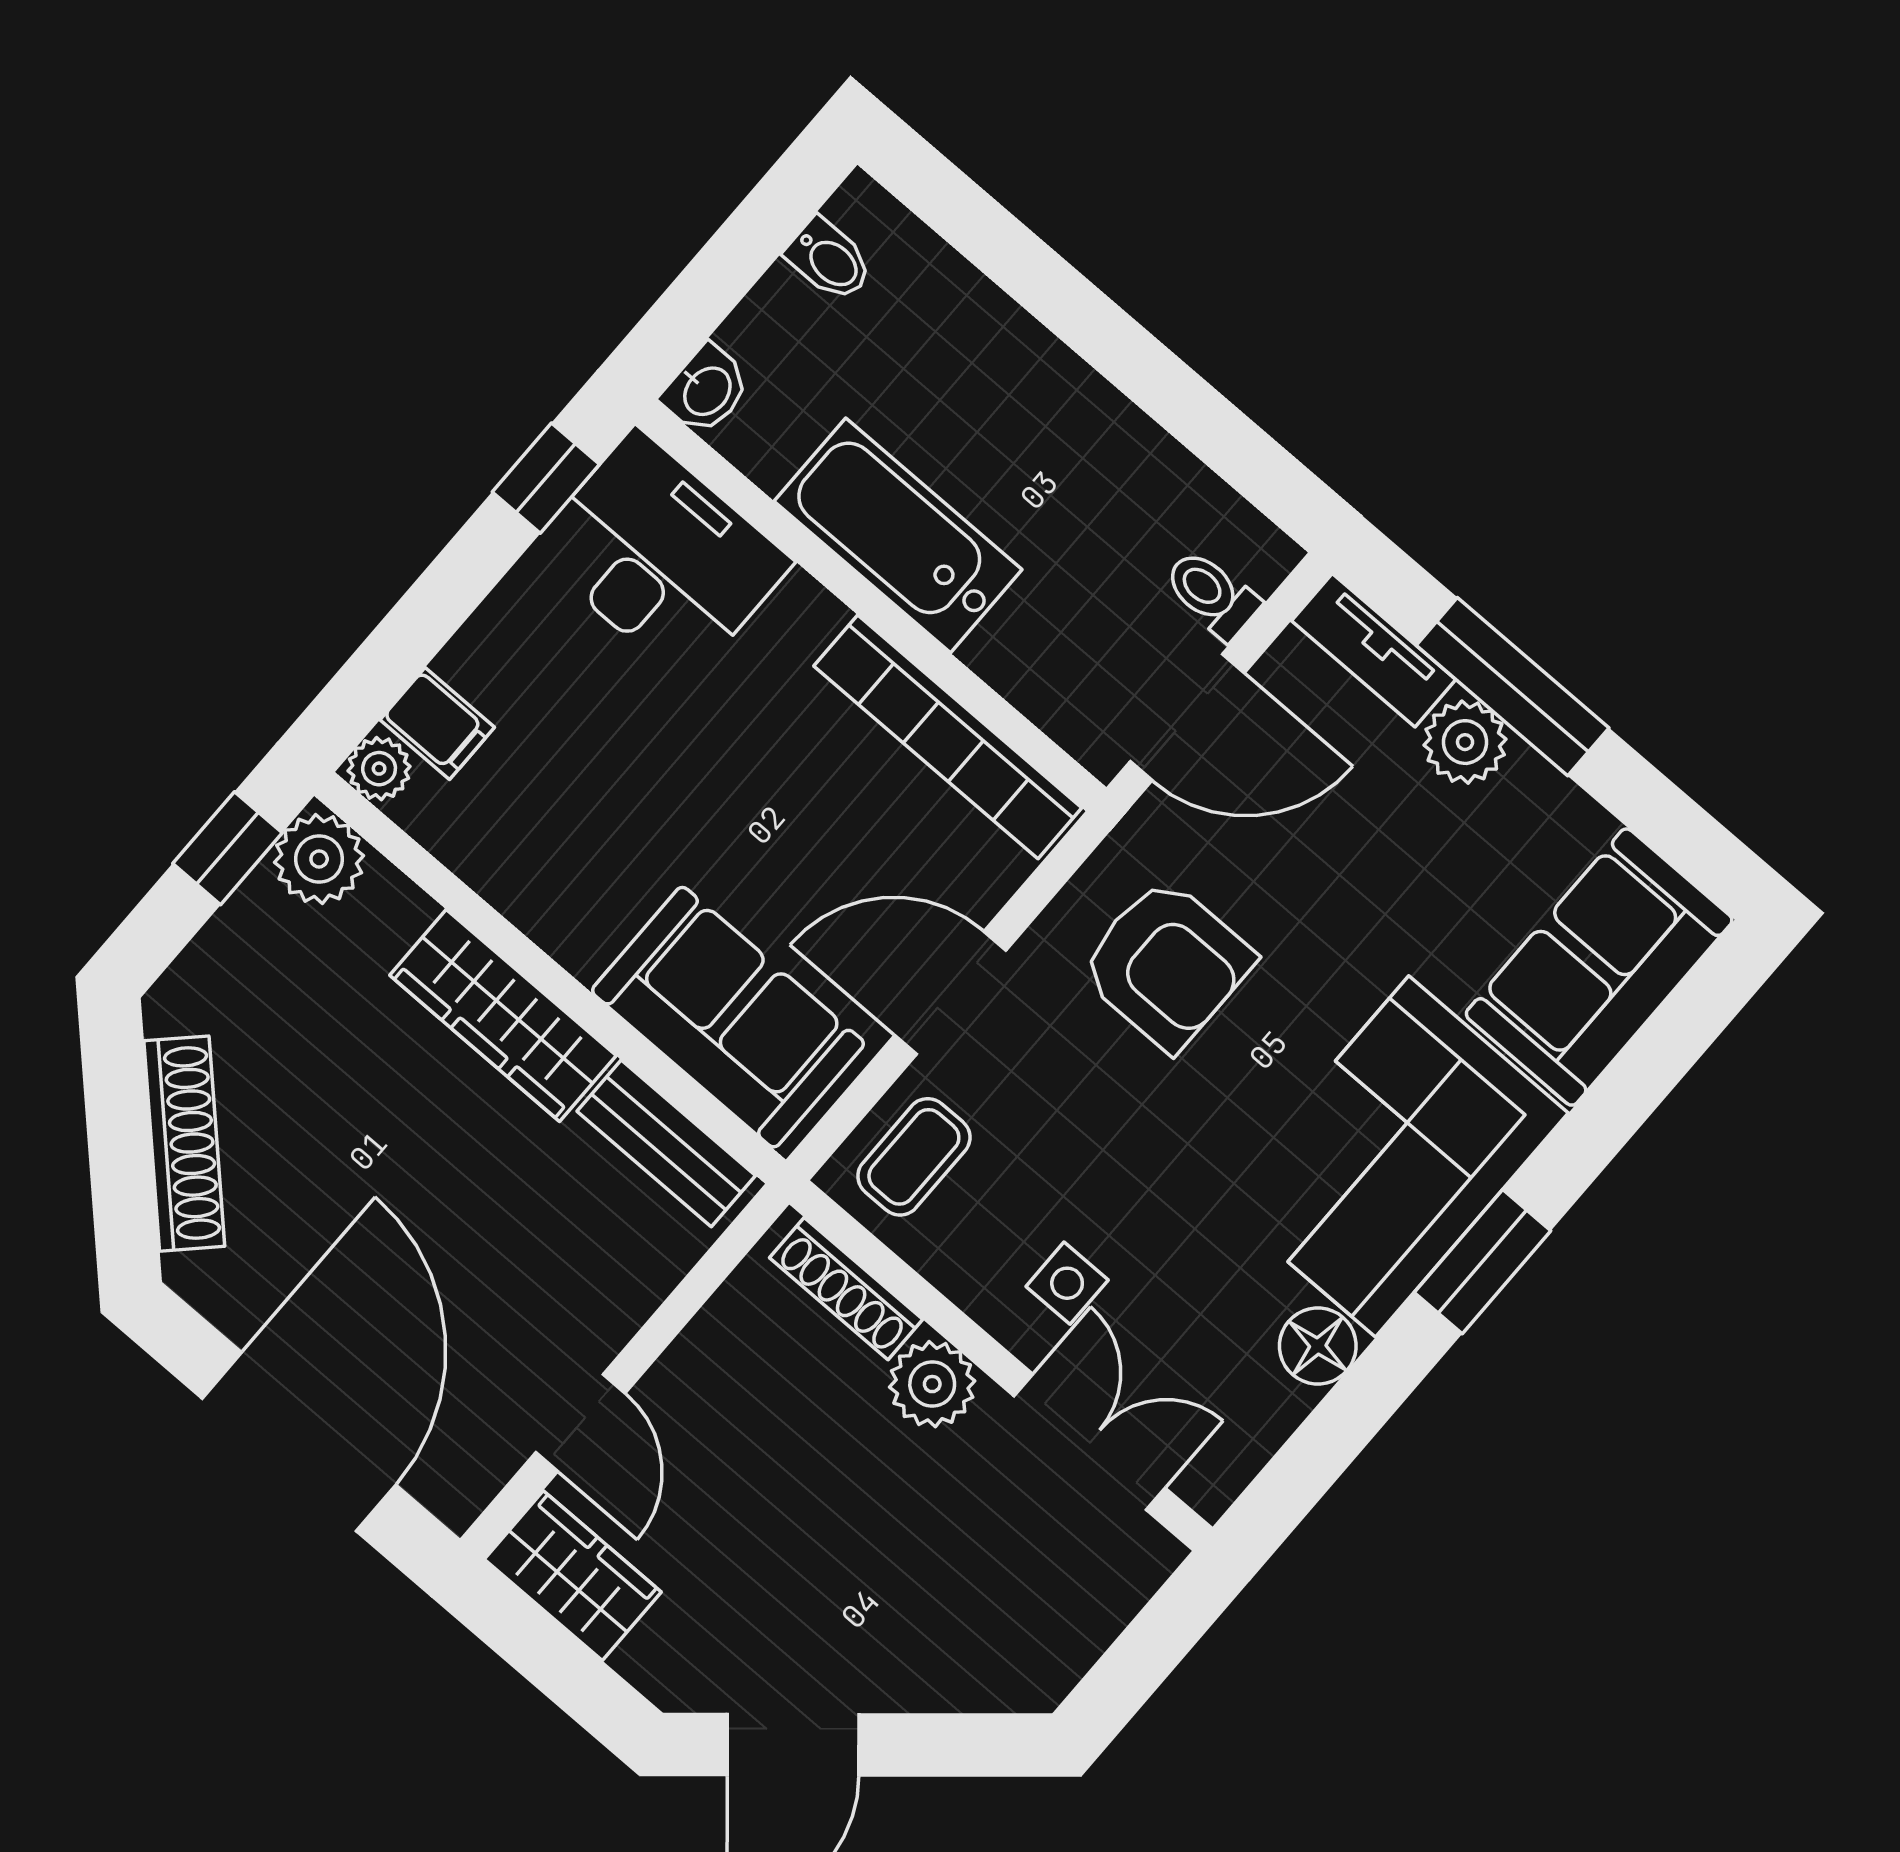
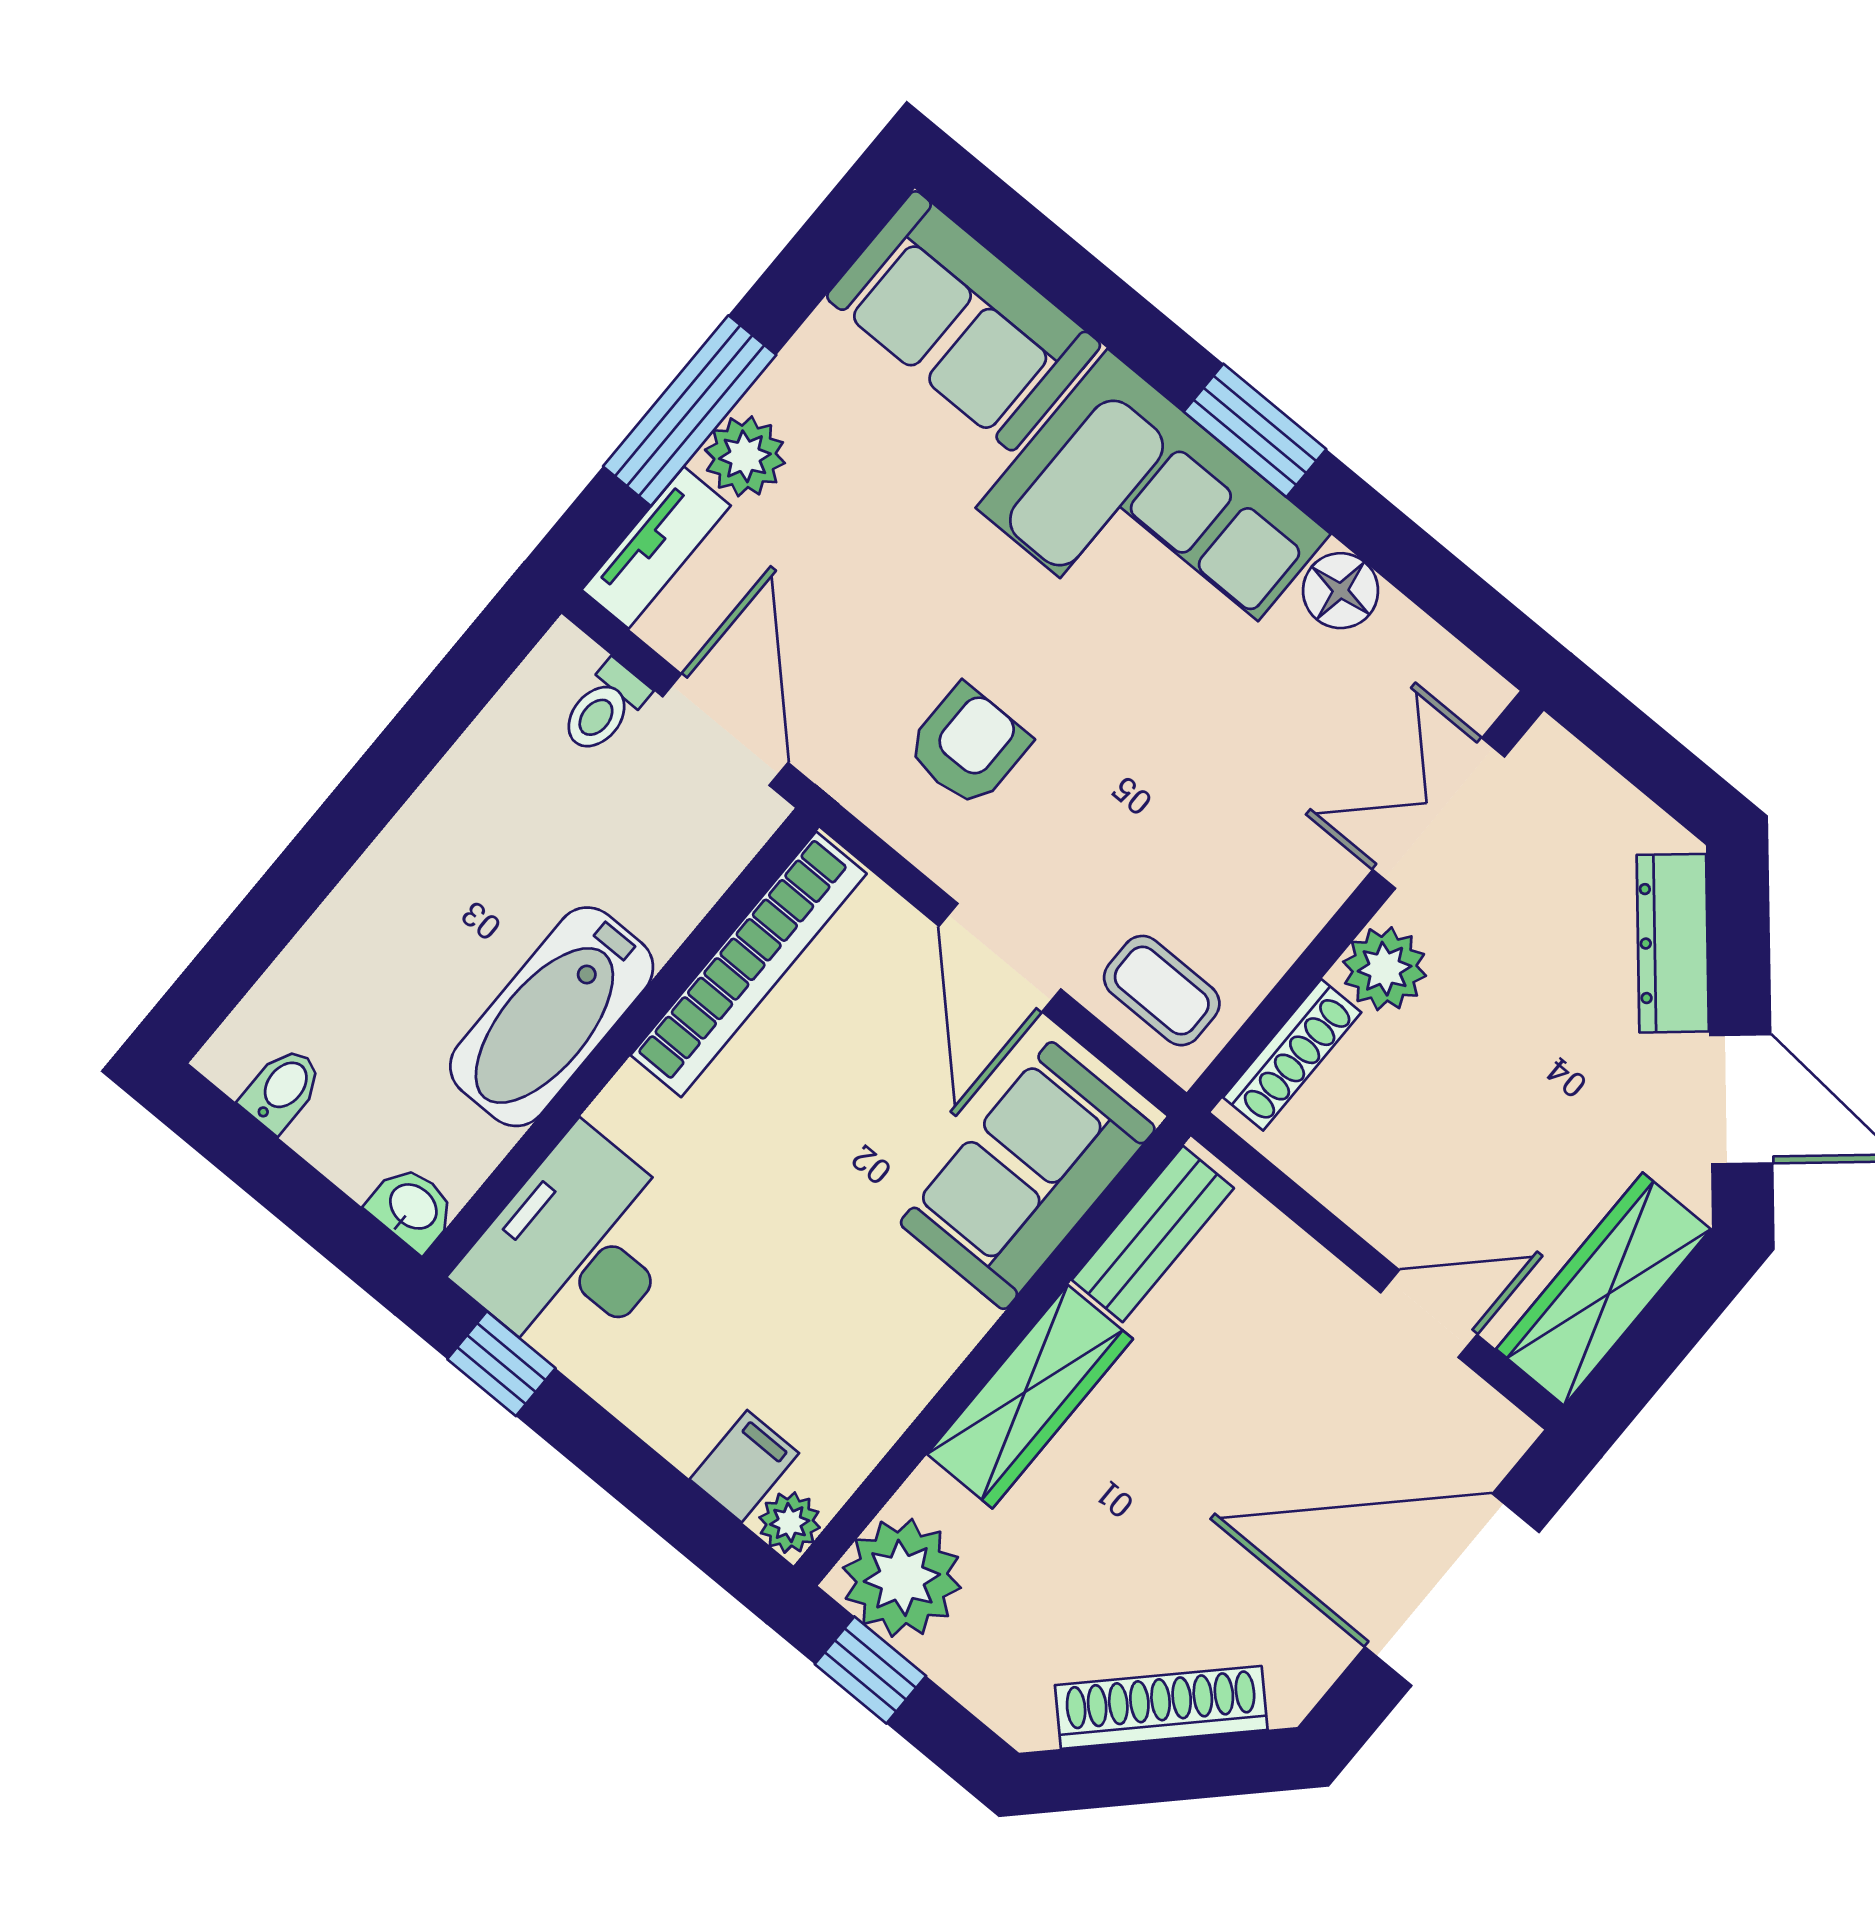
plant: (319, 859) -> (902, 1578), width x1.36, depth x1.36
armchair: (1167, 964) -> (968, 746), width x0.72, depth x0.72
side table: (1067, 1283) -> (1283, 838), removed
wardrobe: (573, 1576) -> (1603, 1289), width x1.50
dresser: (953, 1678) -> (1673, 943), added

